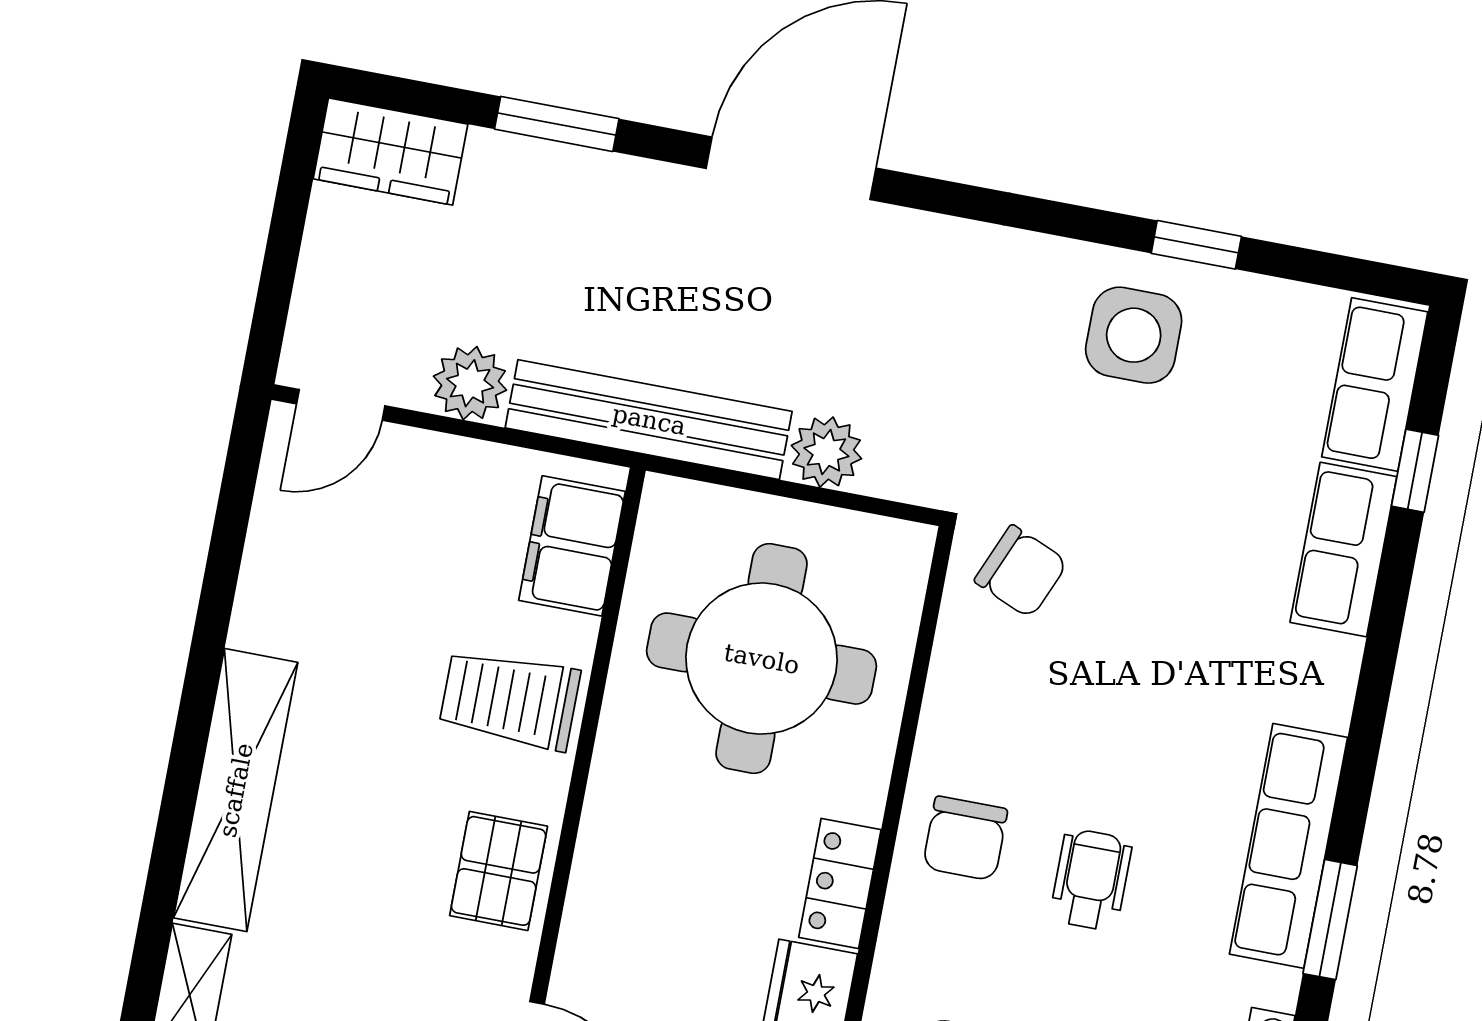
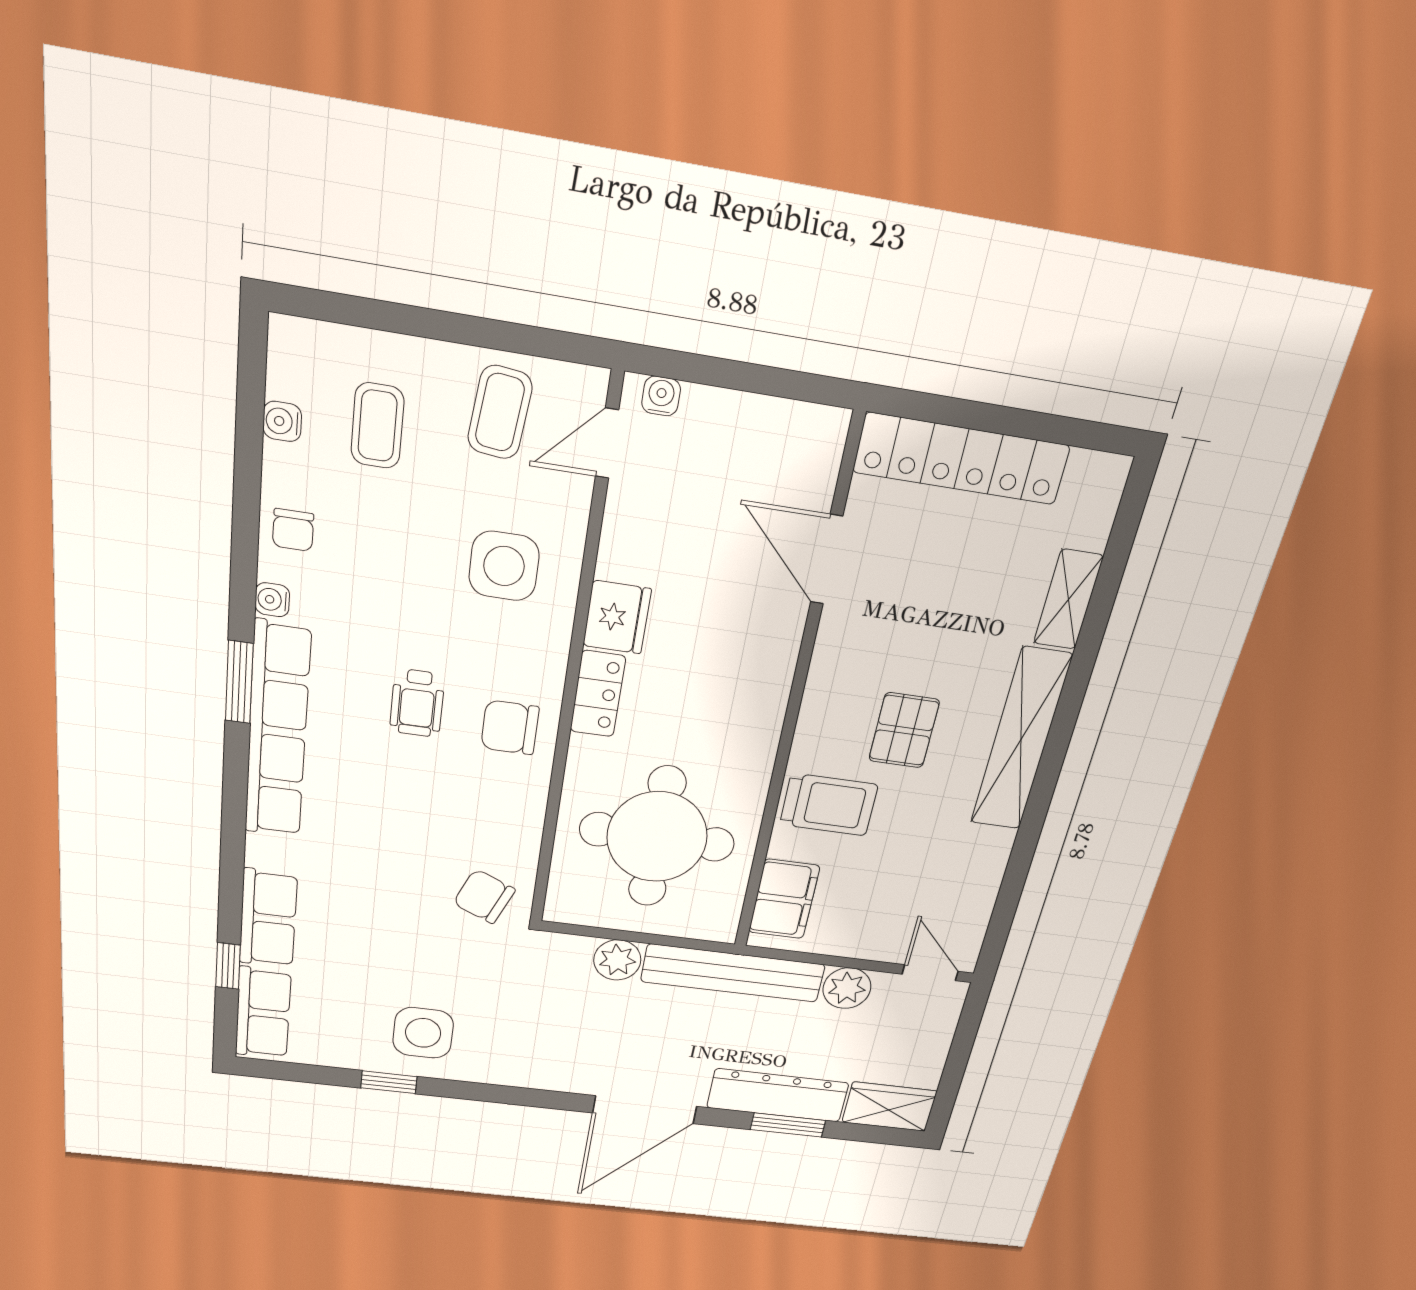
dresser: (575, 185) -> (778, 1095), added
door: (341, 405) -> (930, 973), hinge flipped
chair: (965, 838) -> (510, 727), turned -90
row of seats: (1288, 846) -> (278, 731), width x1.36
pallet: (499, 871) -> (904, 730), moved

